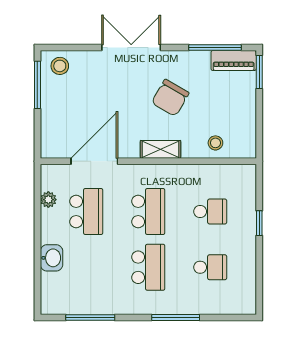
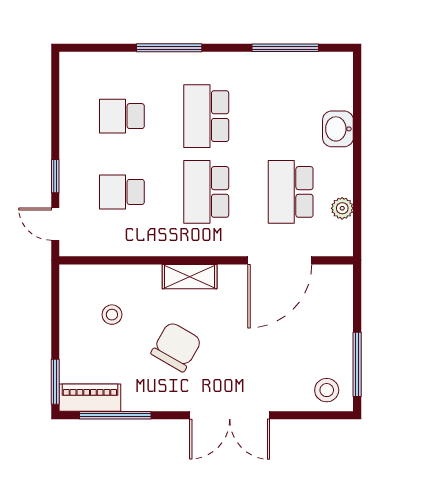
stool: (215, 143) -> (112, 315), moved
door: (259, 188) -> (55, 224), added

